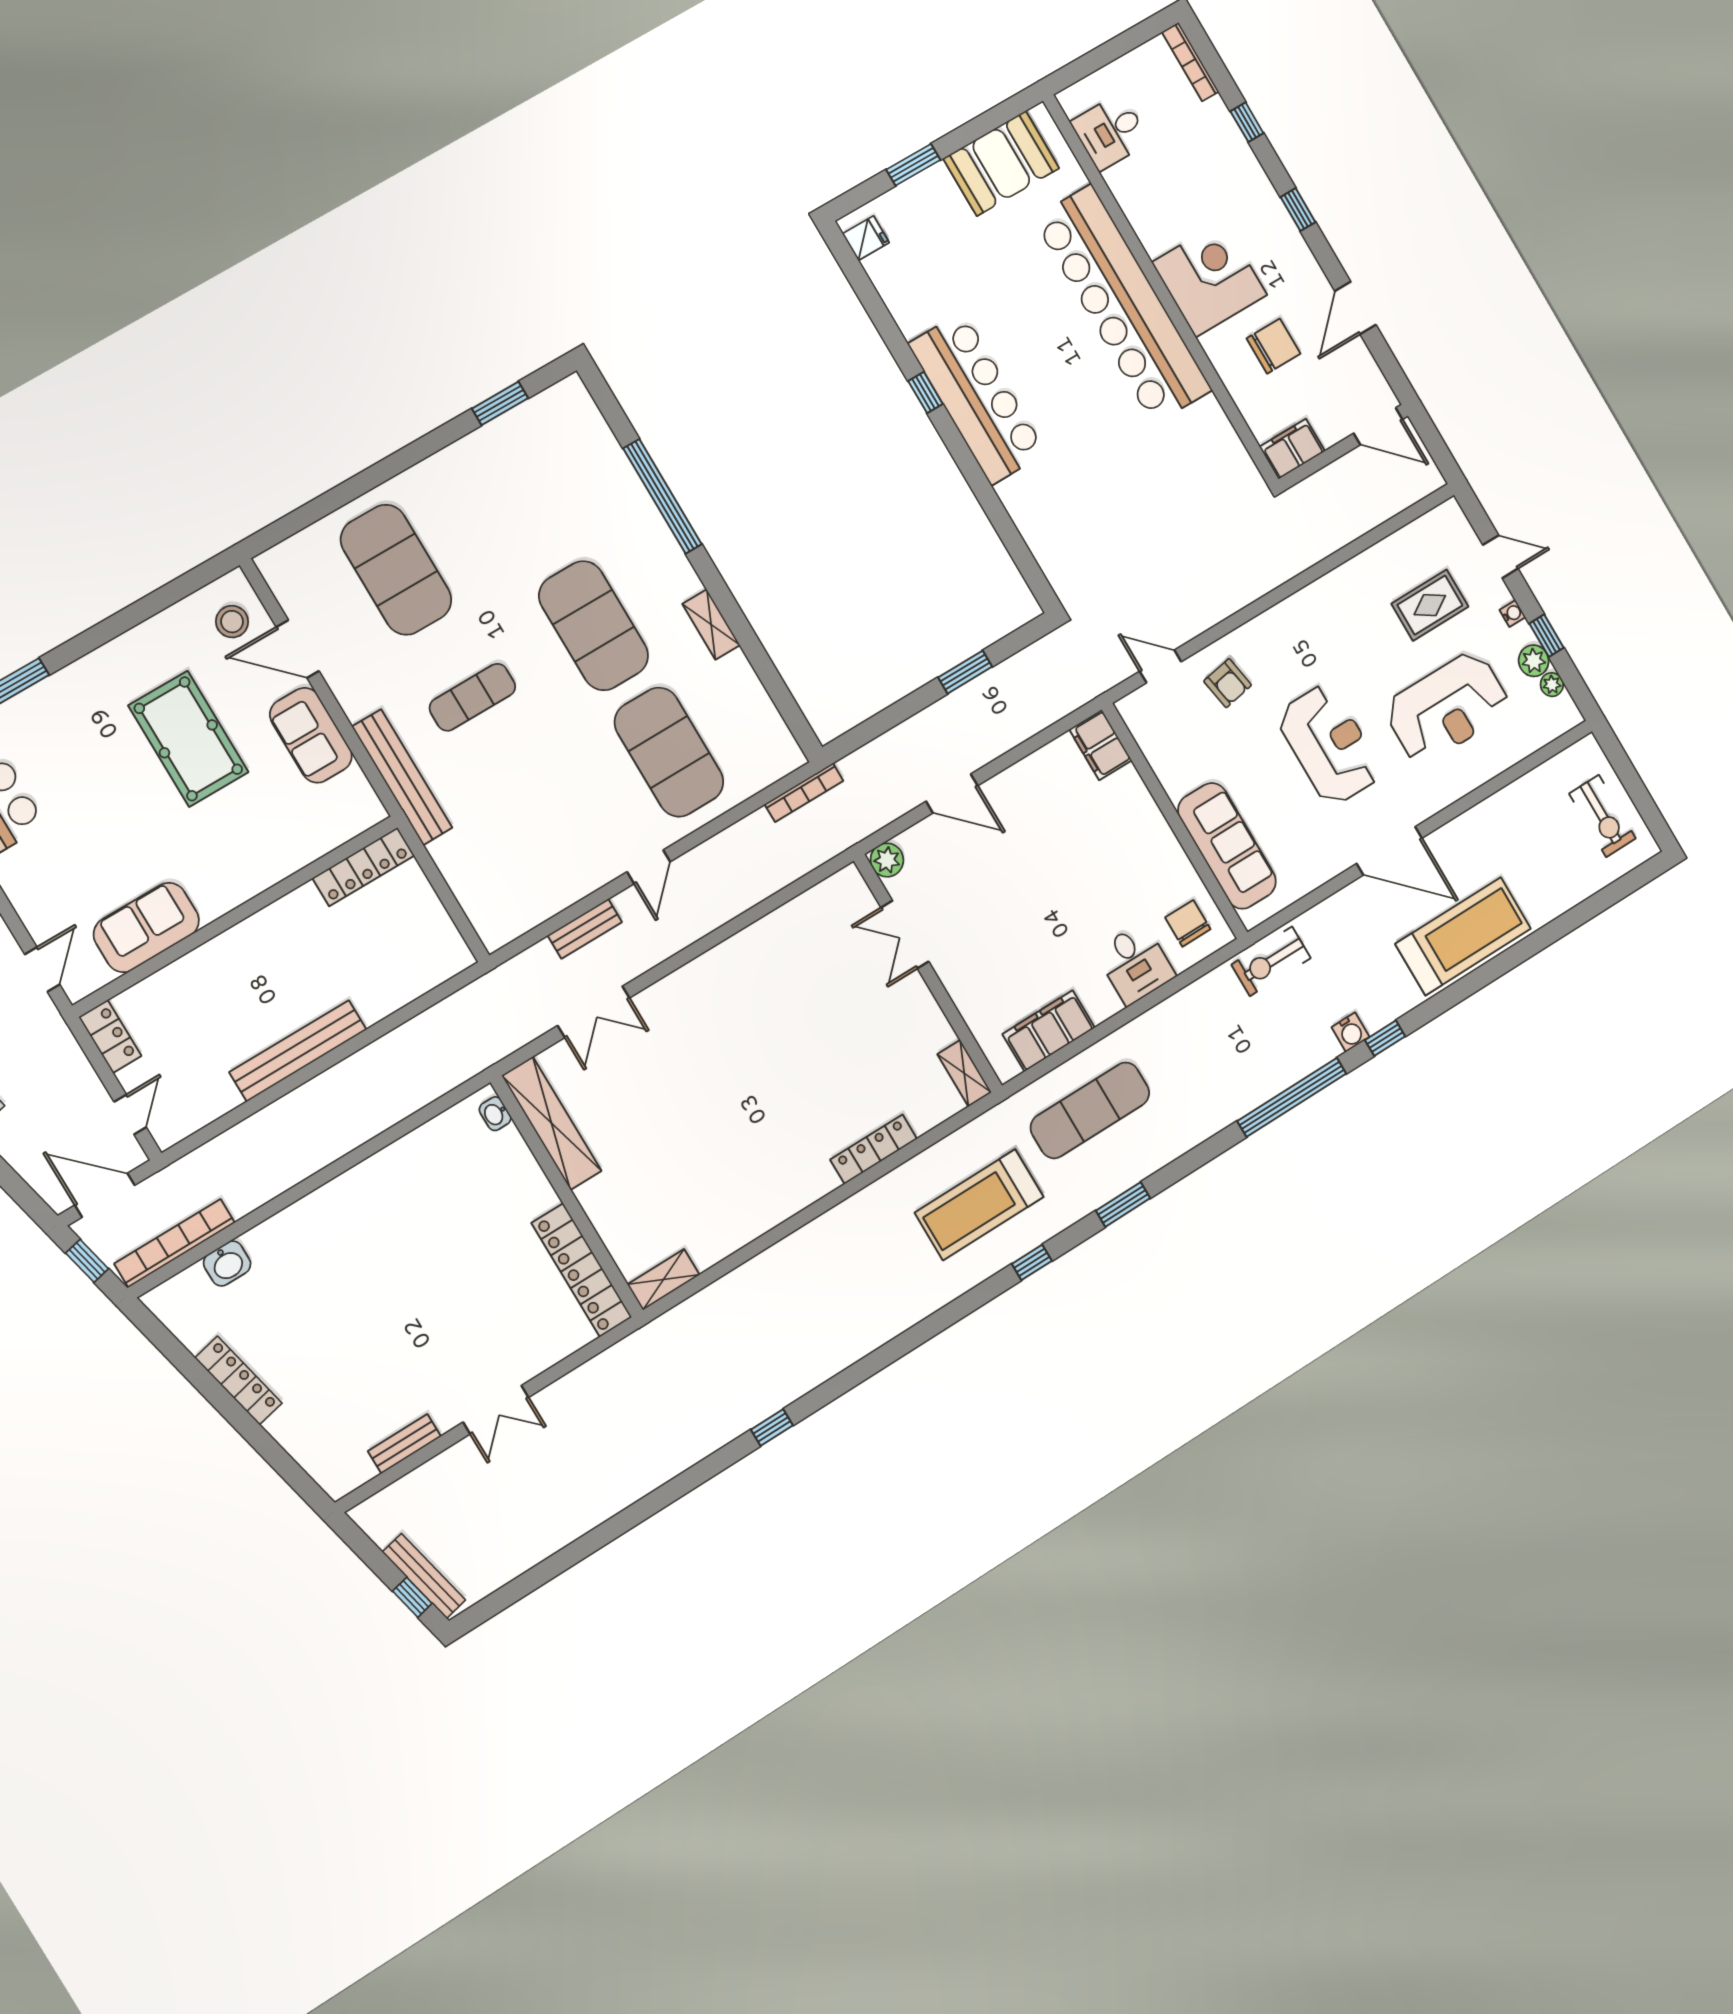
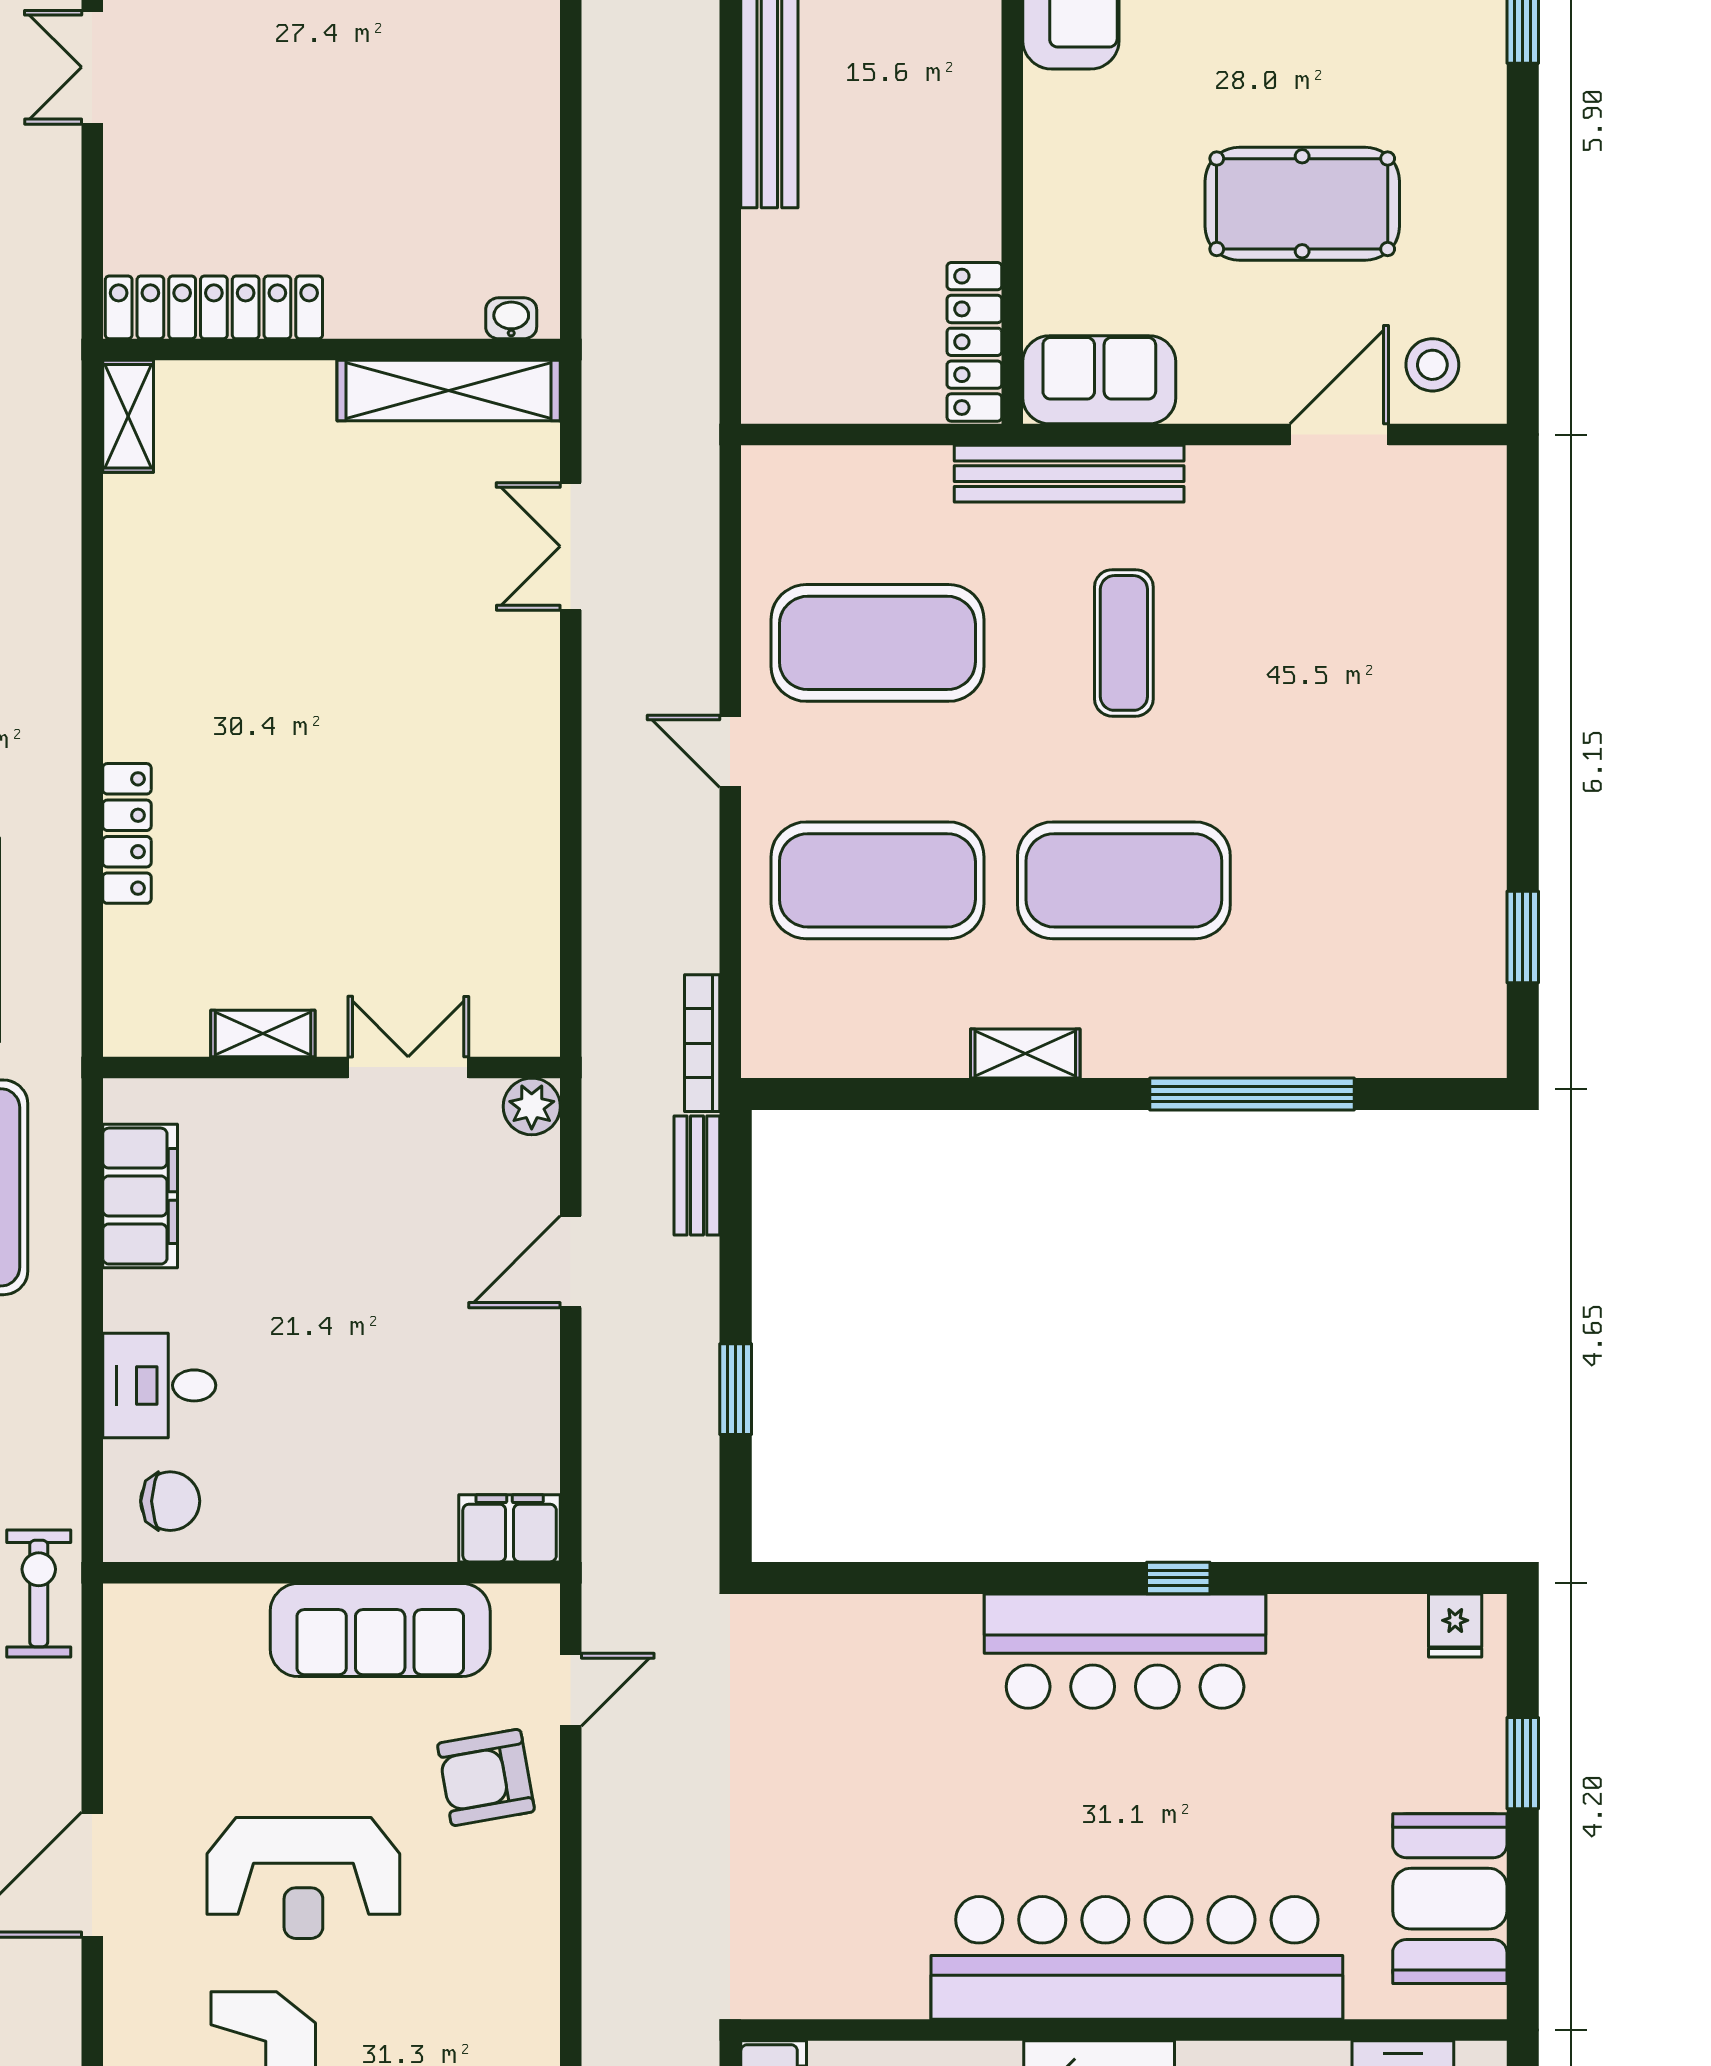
exercise mat: (396, 570) -> (877, 643), moved
armchair: (1228, 683) -> (486, 1777), width x1.38, depth x1.38
sofa: (311, 735) -> (1099, 380), moved
sofa: (1227, 846) -> (380, 1630), moved
bench: (585, 929) -> (697, 1176), moved
shelving: (964, 1073) -> (263, 1033), moved

